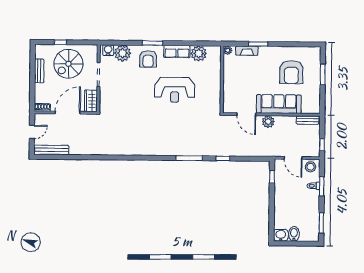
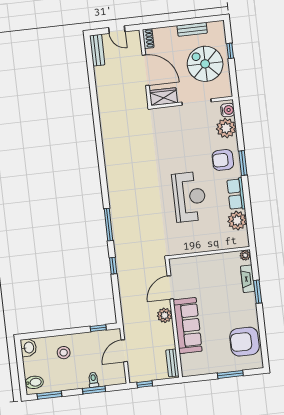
armchair: (291, 72) -> (244, 342), moved
reception desk: (175, 90) -> (189, 197), turned 180
bench: (51, 150) -> (97, 50), width x0.73
stool: (311, 167) -> (64, 353), moved
bidet: (294, 234) -> (34, 382), moved

